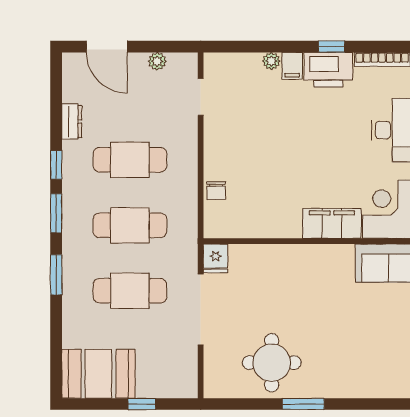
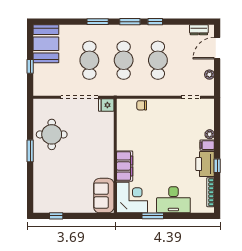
dresser: (72, 121) -> (199, 30), moved

